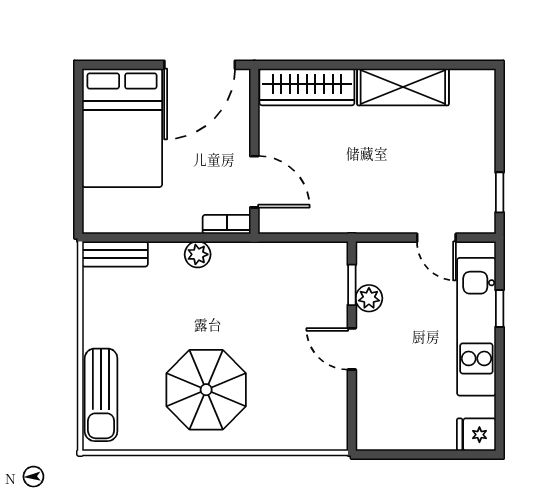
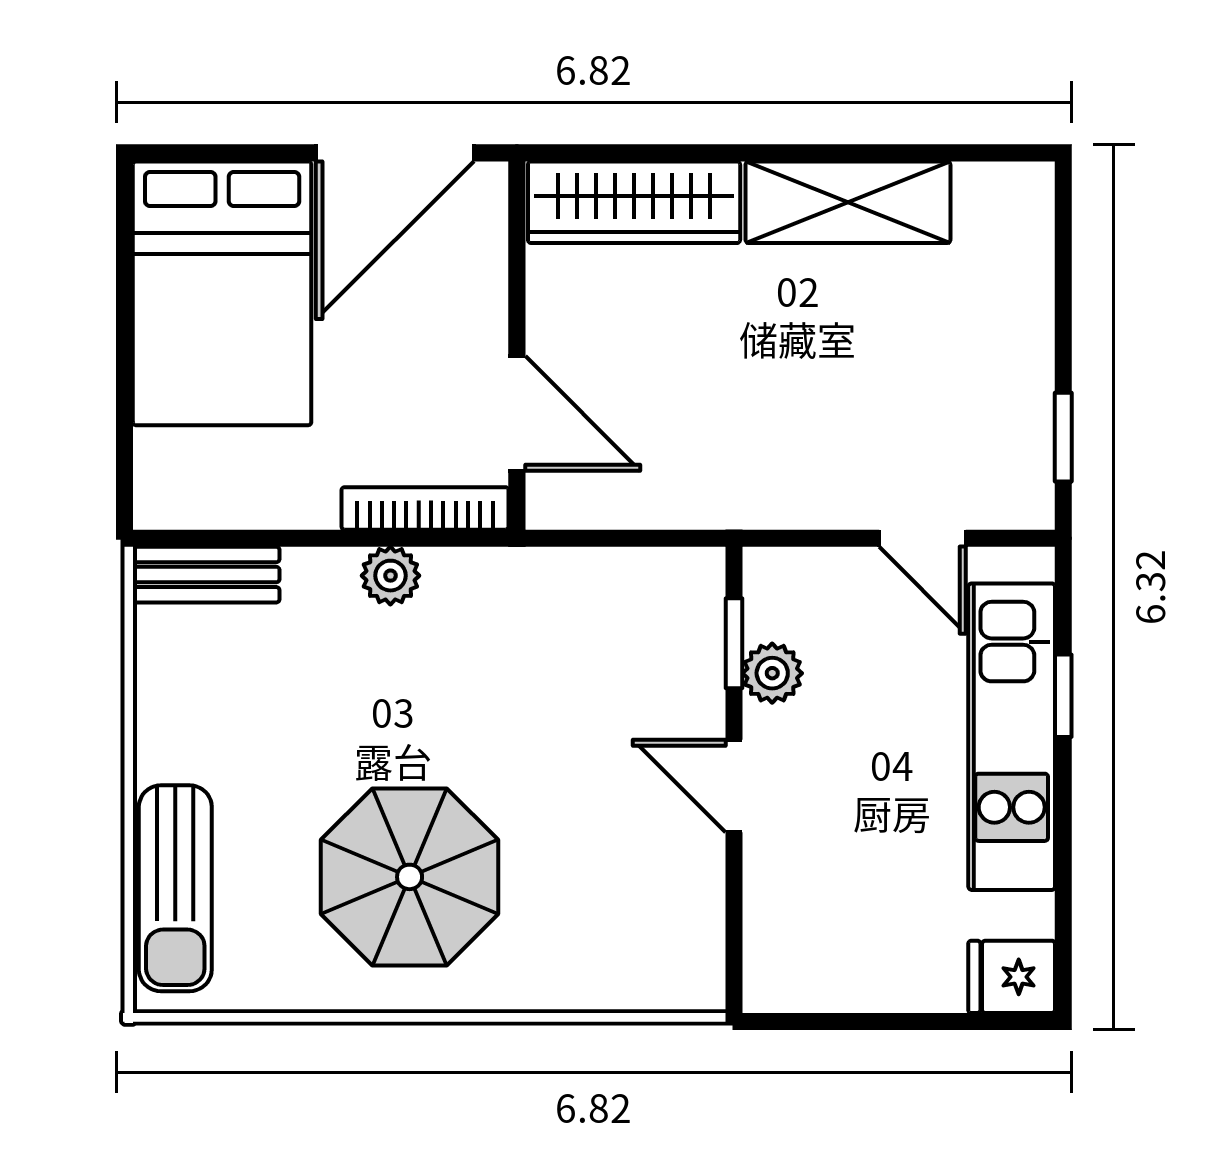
bookcase: (227, 224) -> (425, 508), width x1.56

